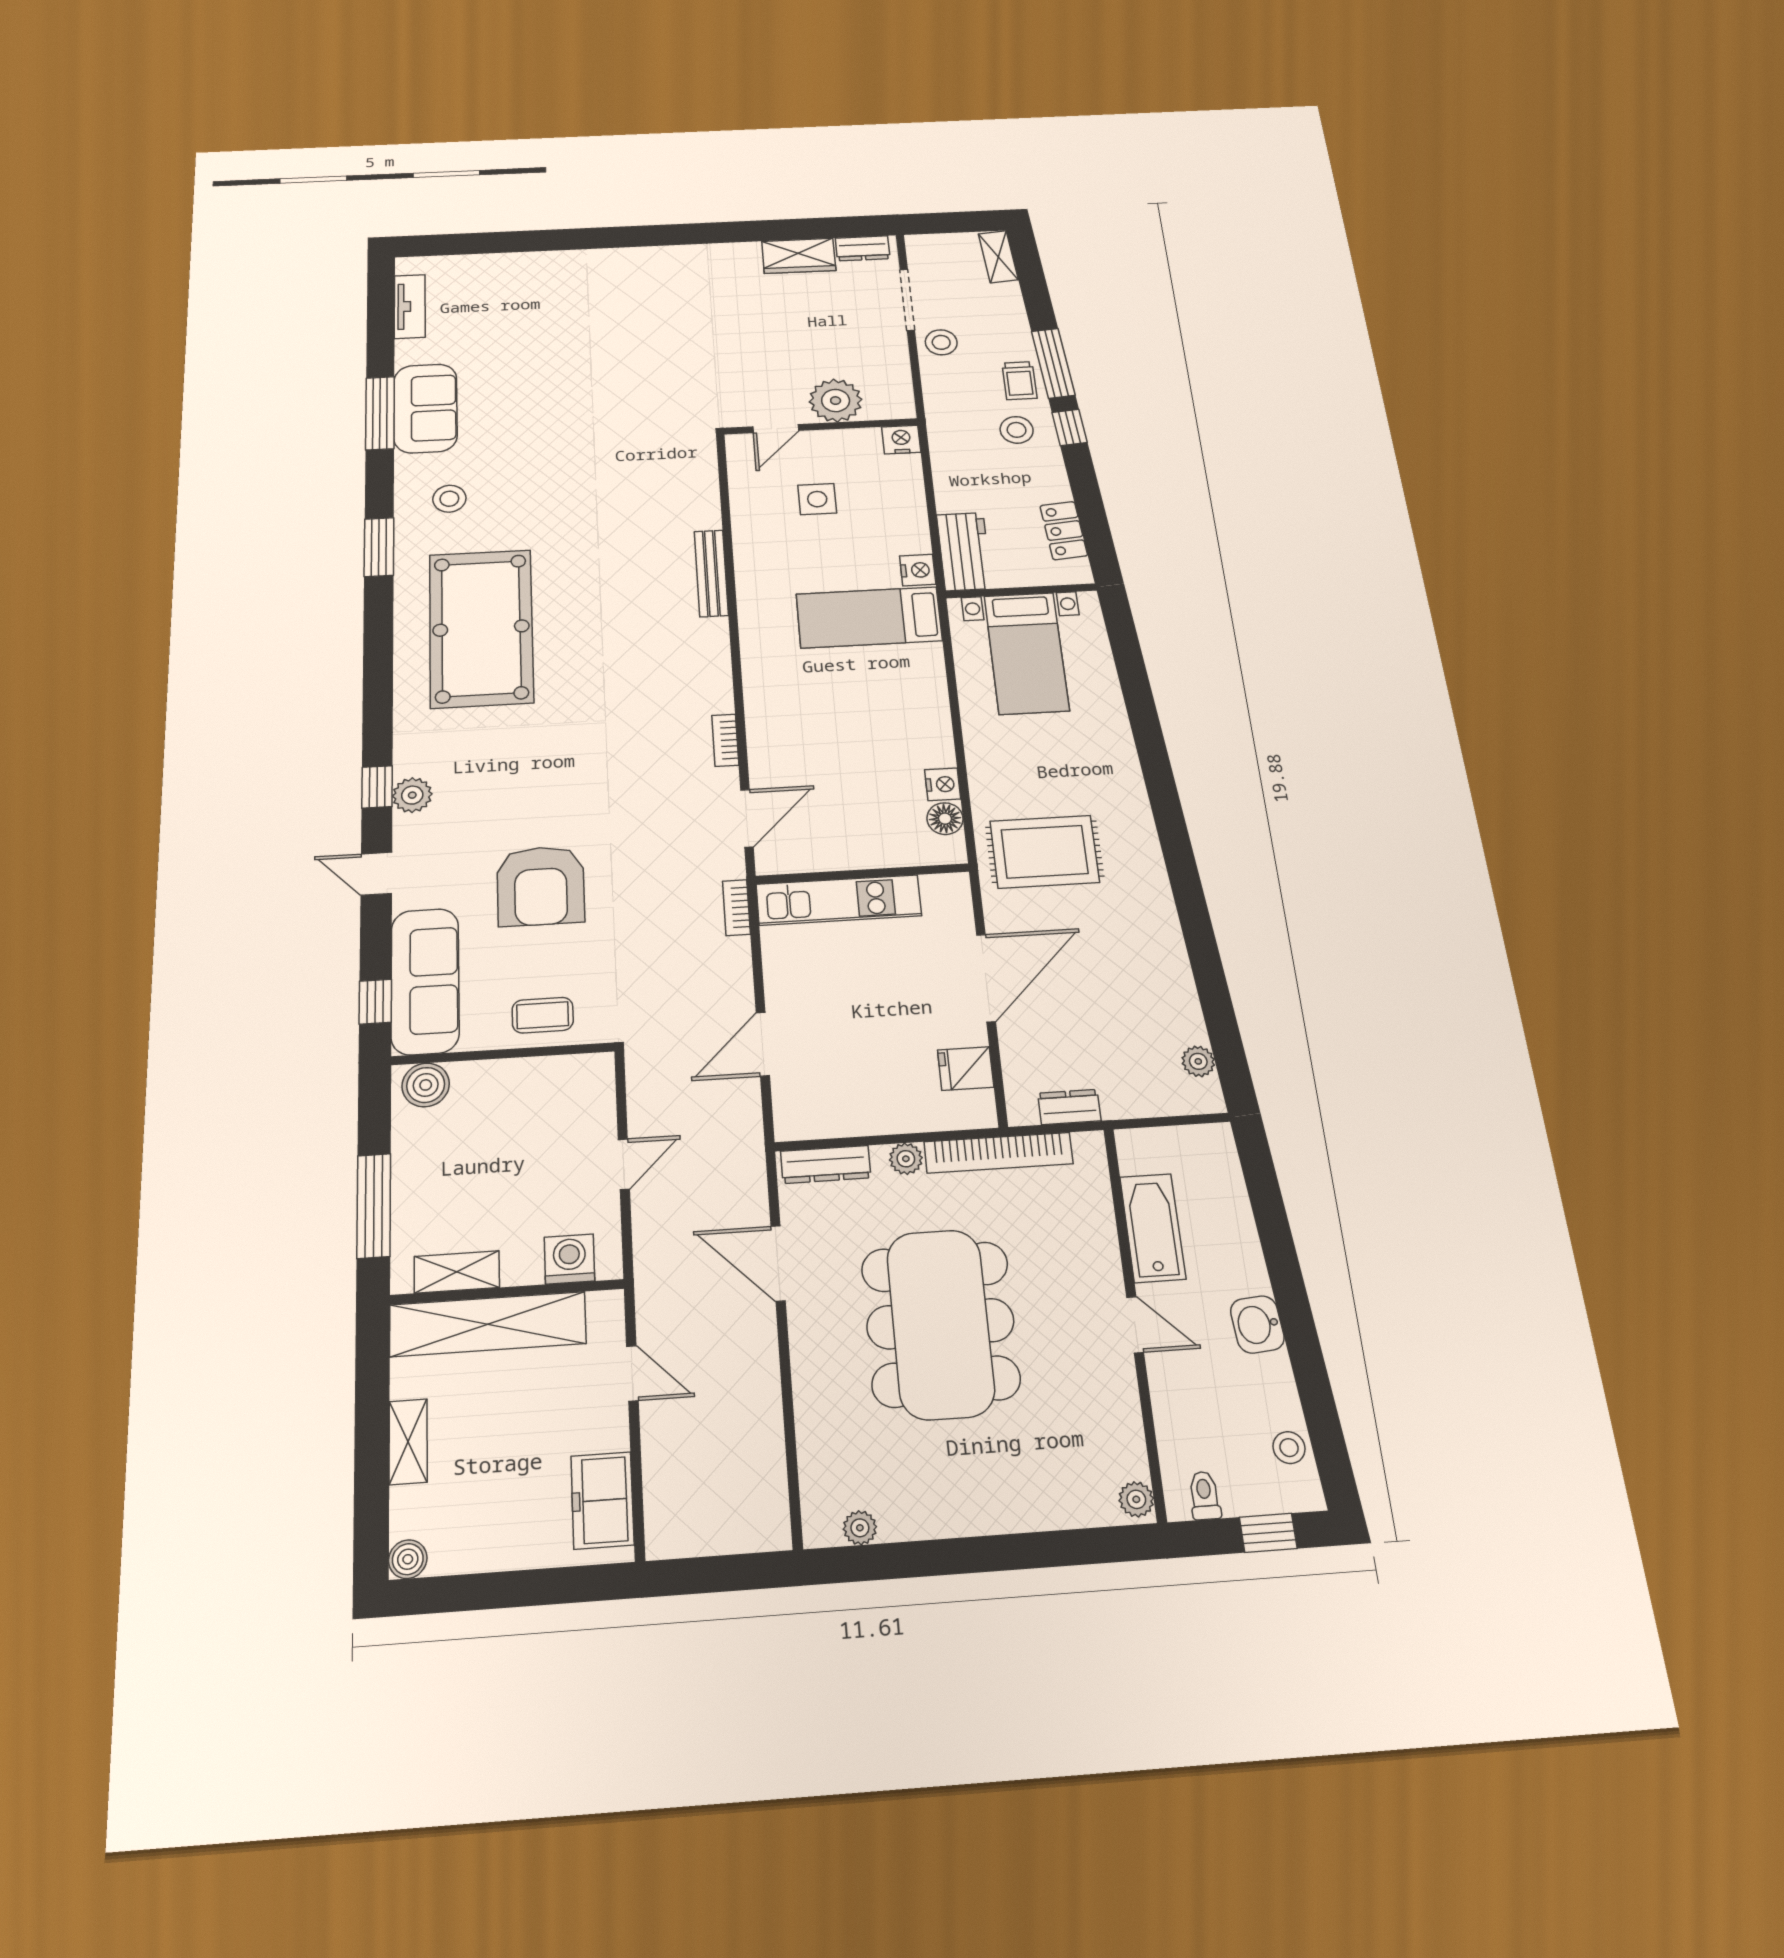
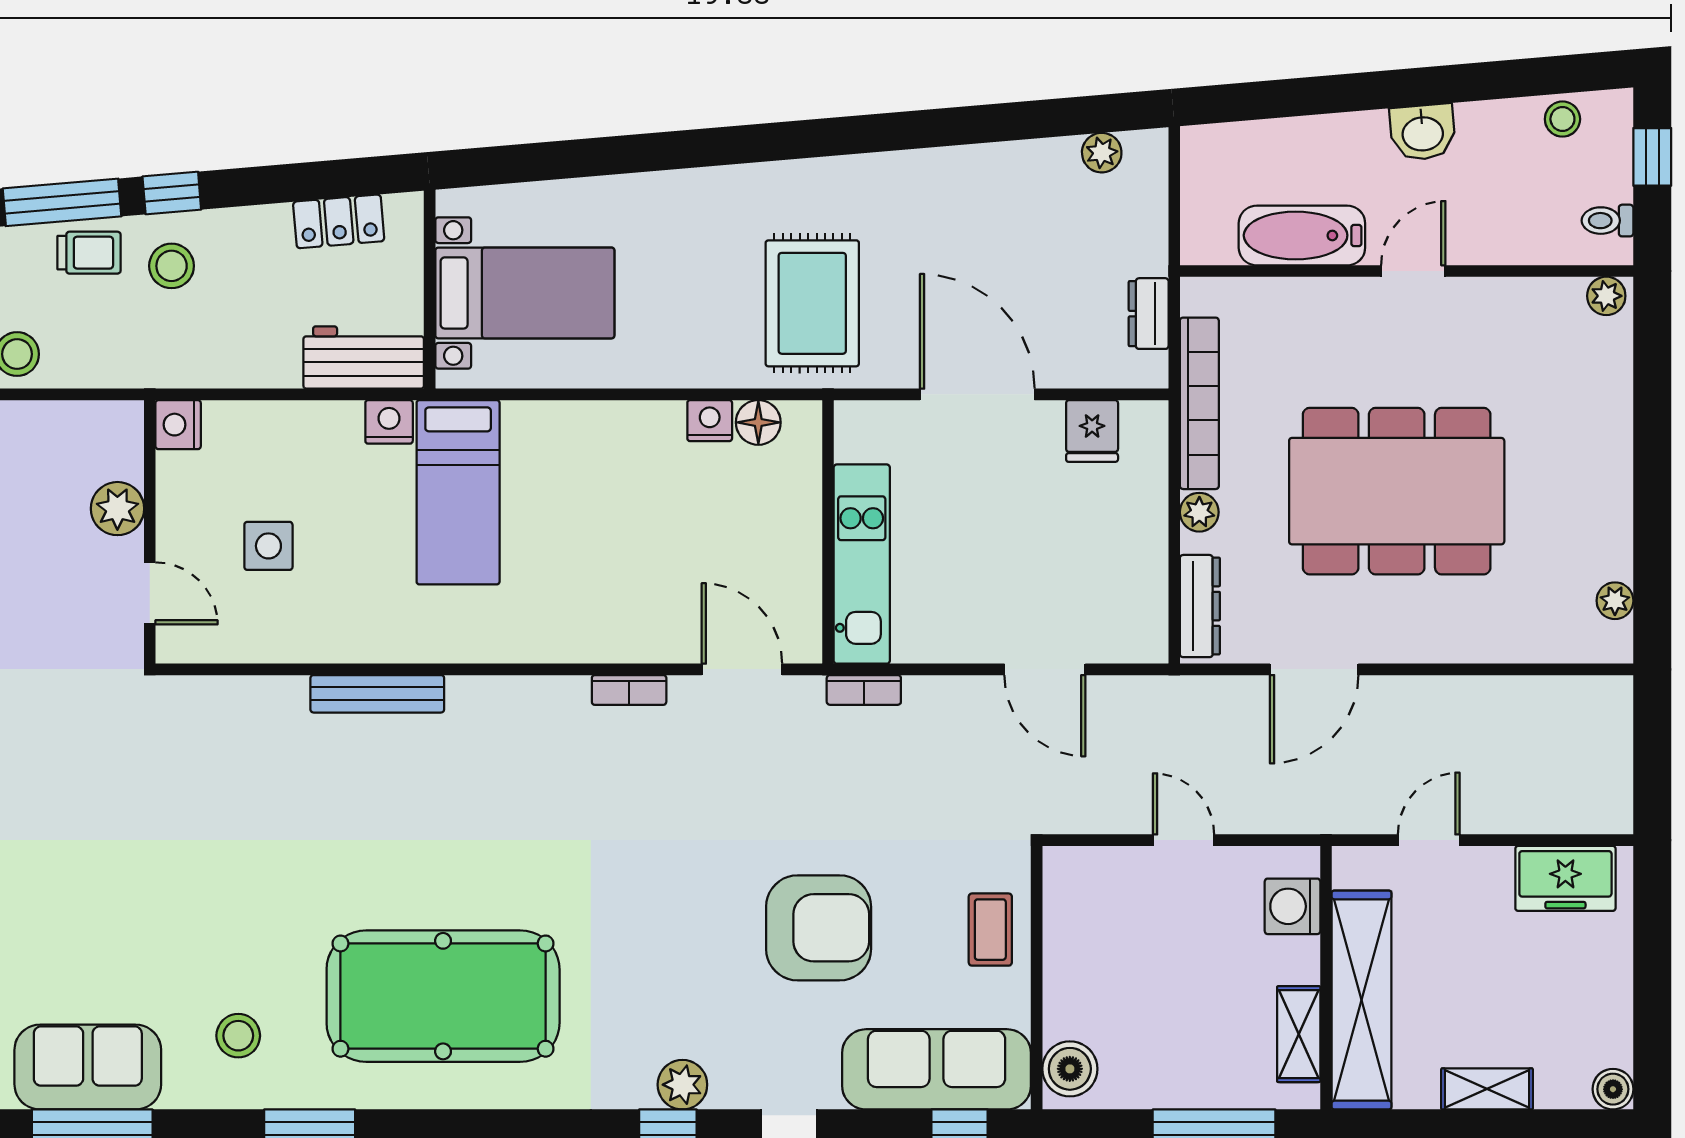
plant: (836, 401) -> (117, 509), width x0.73, depth x0.73

